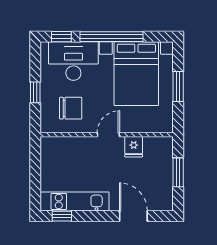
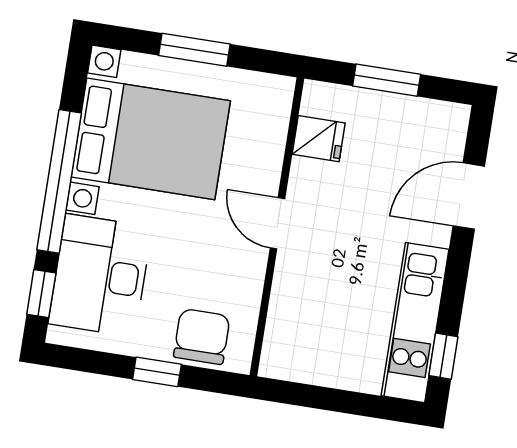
chair: (71, 108) -> (202, 336), moved
fridge: (134, 147) -> (319, 139), moved

